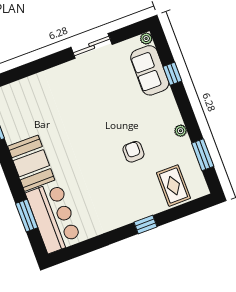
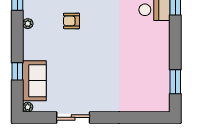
armchair: (133, 152) -> (71, 21), turned 90
booth: (31, 163) -> (156, 42), removed

